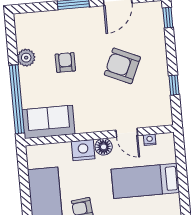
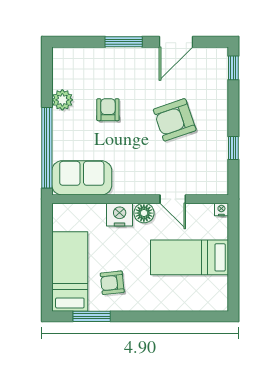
armchair: (122, 66) -> (175, 120), turned -43
nightstand: (150, 140) -> (221, 210), moved

